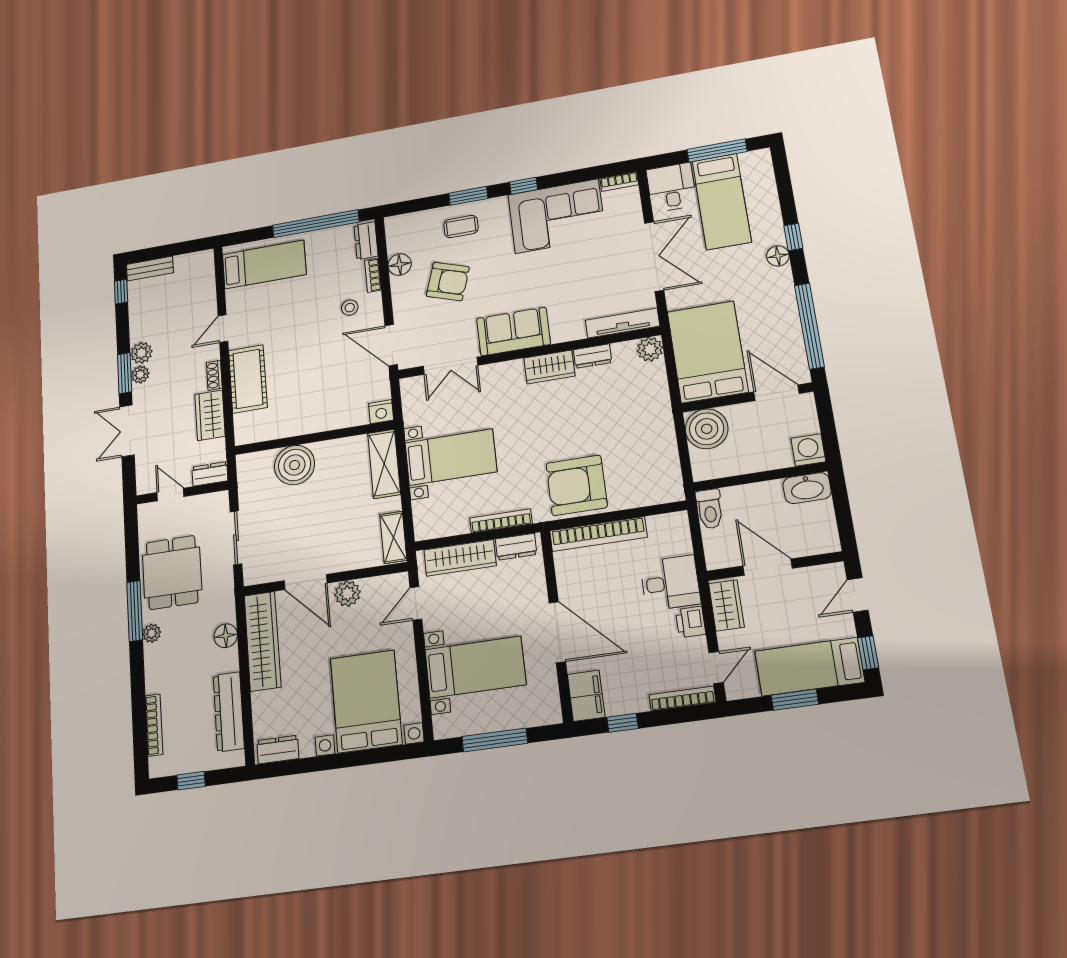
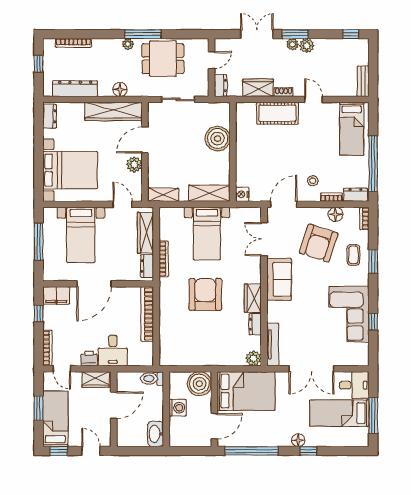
bookcase: (619, 182) -> (364, 218), moved
window: (524, 186) -> (373, 322), moved
bench: (150, 268) -> (363, 81), moved
armchair: (448, 282) -> (319, 243), width x1.36, depth x1.36
washing machine: (808, 450) -> (178, 408), moved
armchair: (577, 485) -> (205, 294), moved

